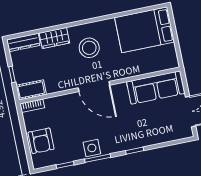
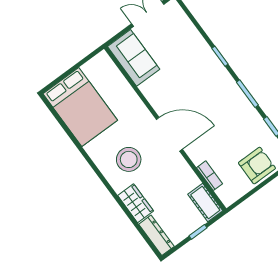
door: (94, 87) -> (169, 134), hinge flipped
sofa: (156, 88) -> (134, 58), width x0.73
bookcase: (32, 106) -> (209, 176), moved
side table: (92, 148) -> (239, 105), removed

